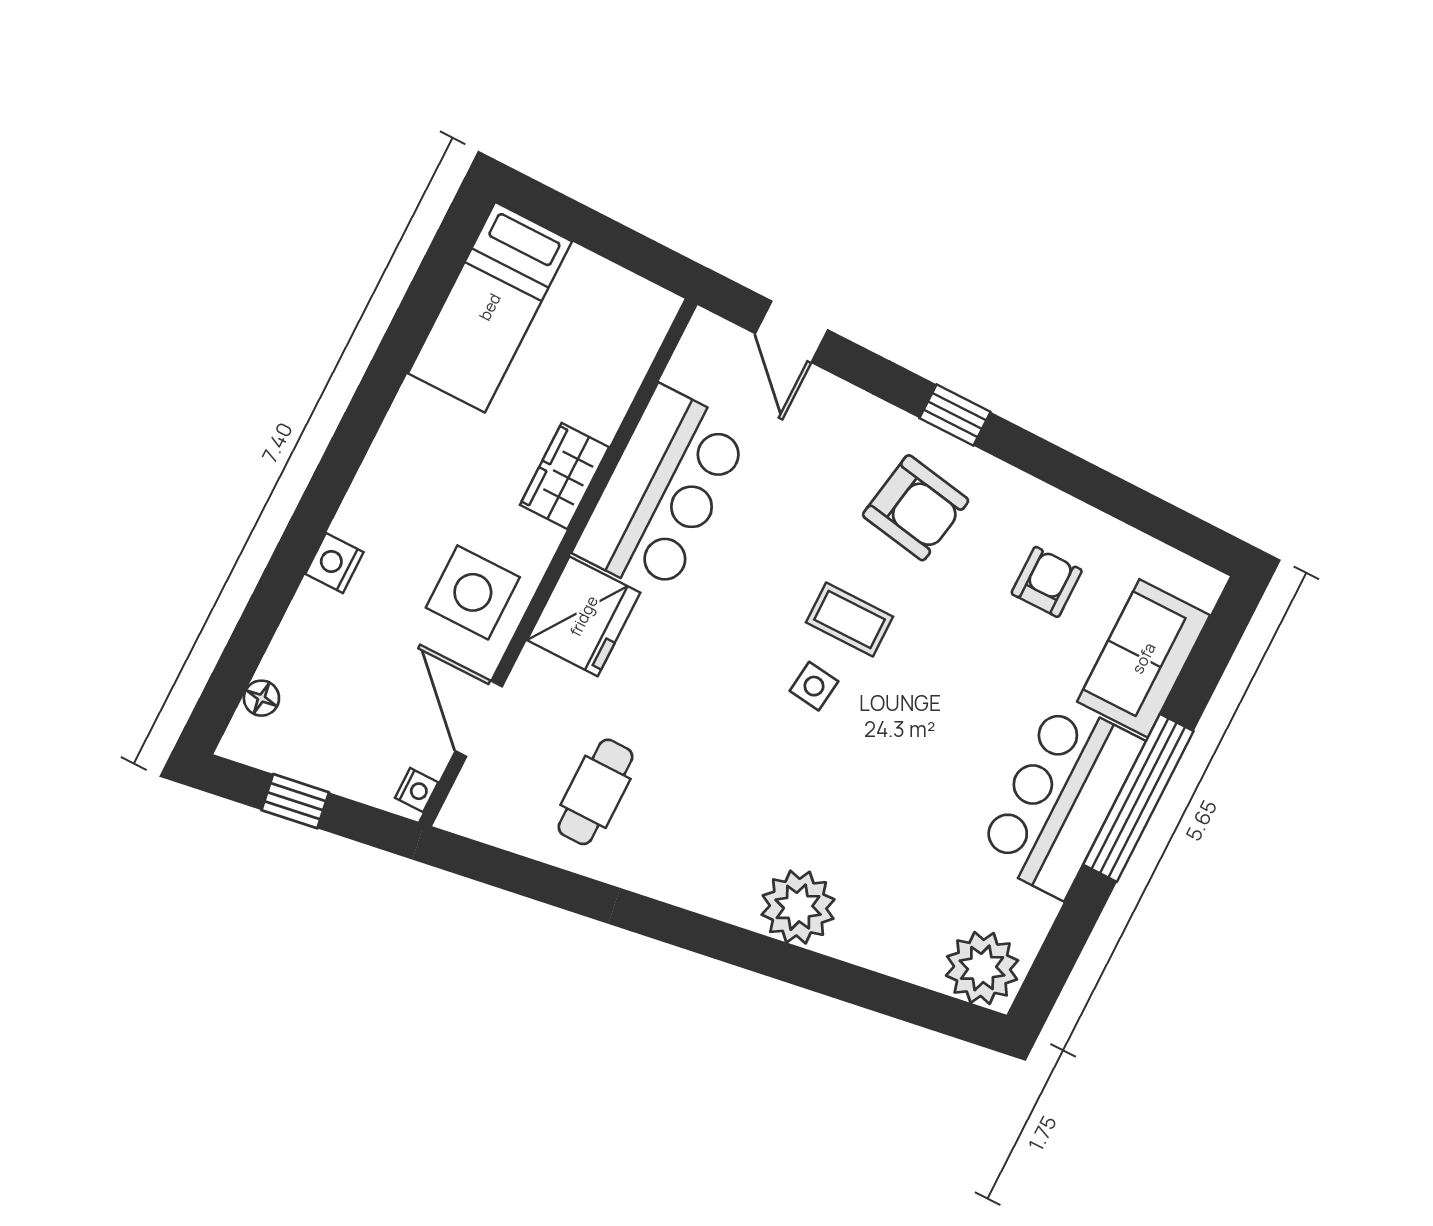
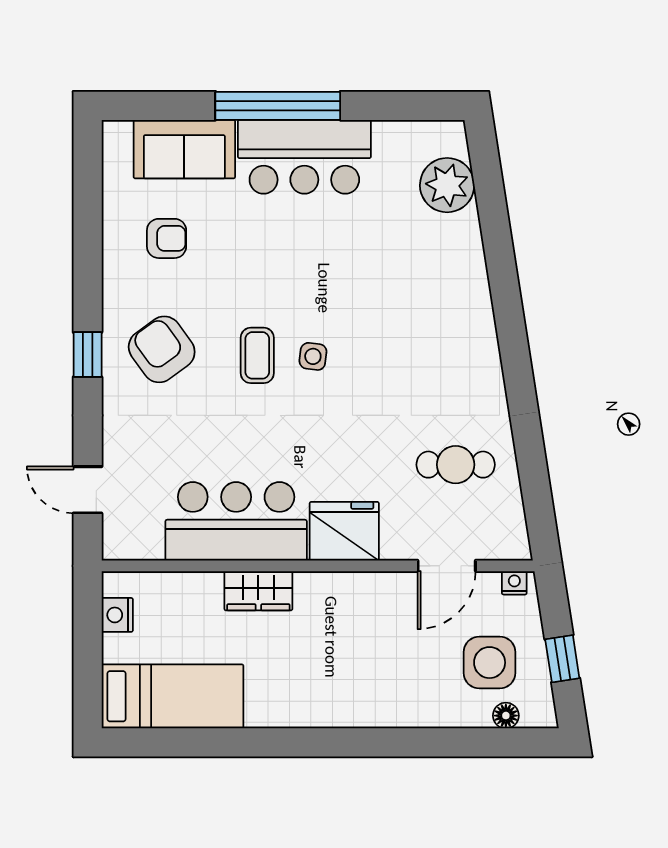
door: (792, 332) -> (88, 490), swing flipped
armchair: (916, 508) -> (162, 349), turned -46
nightstand: (334, 563) -> (117, 615), moved, turned 90
armchair: (1047, 582) -> (167, 238), turned 180
side table: (473, 592) -> (490, 663), moved
plant: (798, 907) -> (464, 293), removed
plant: (982, 968) -> (447, 185), moved

